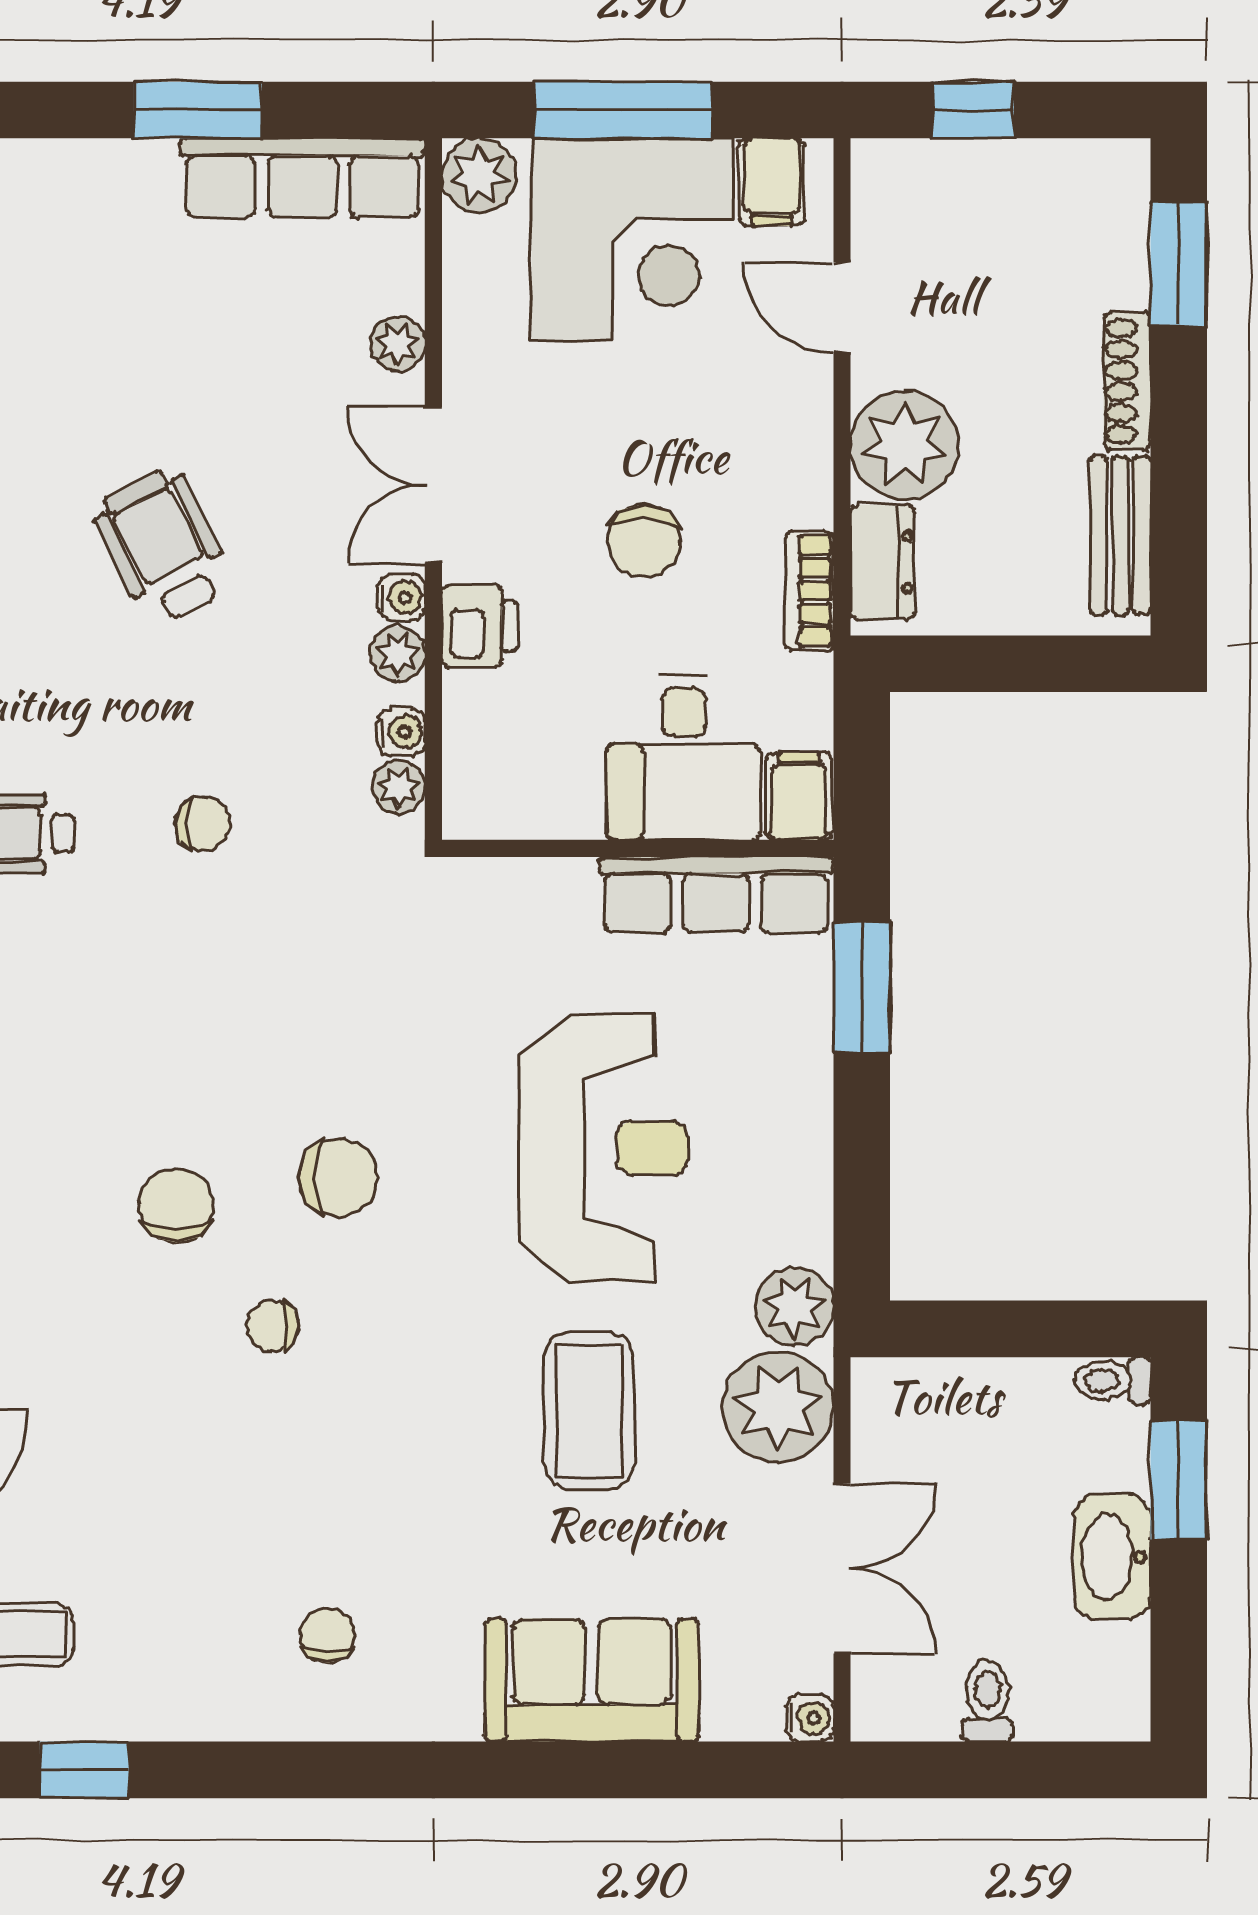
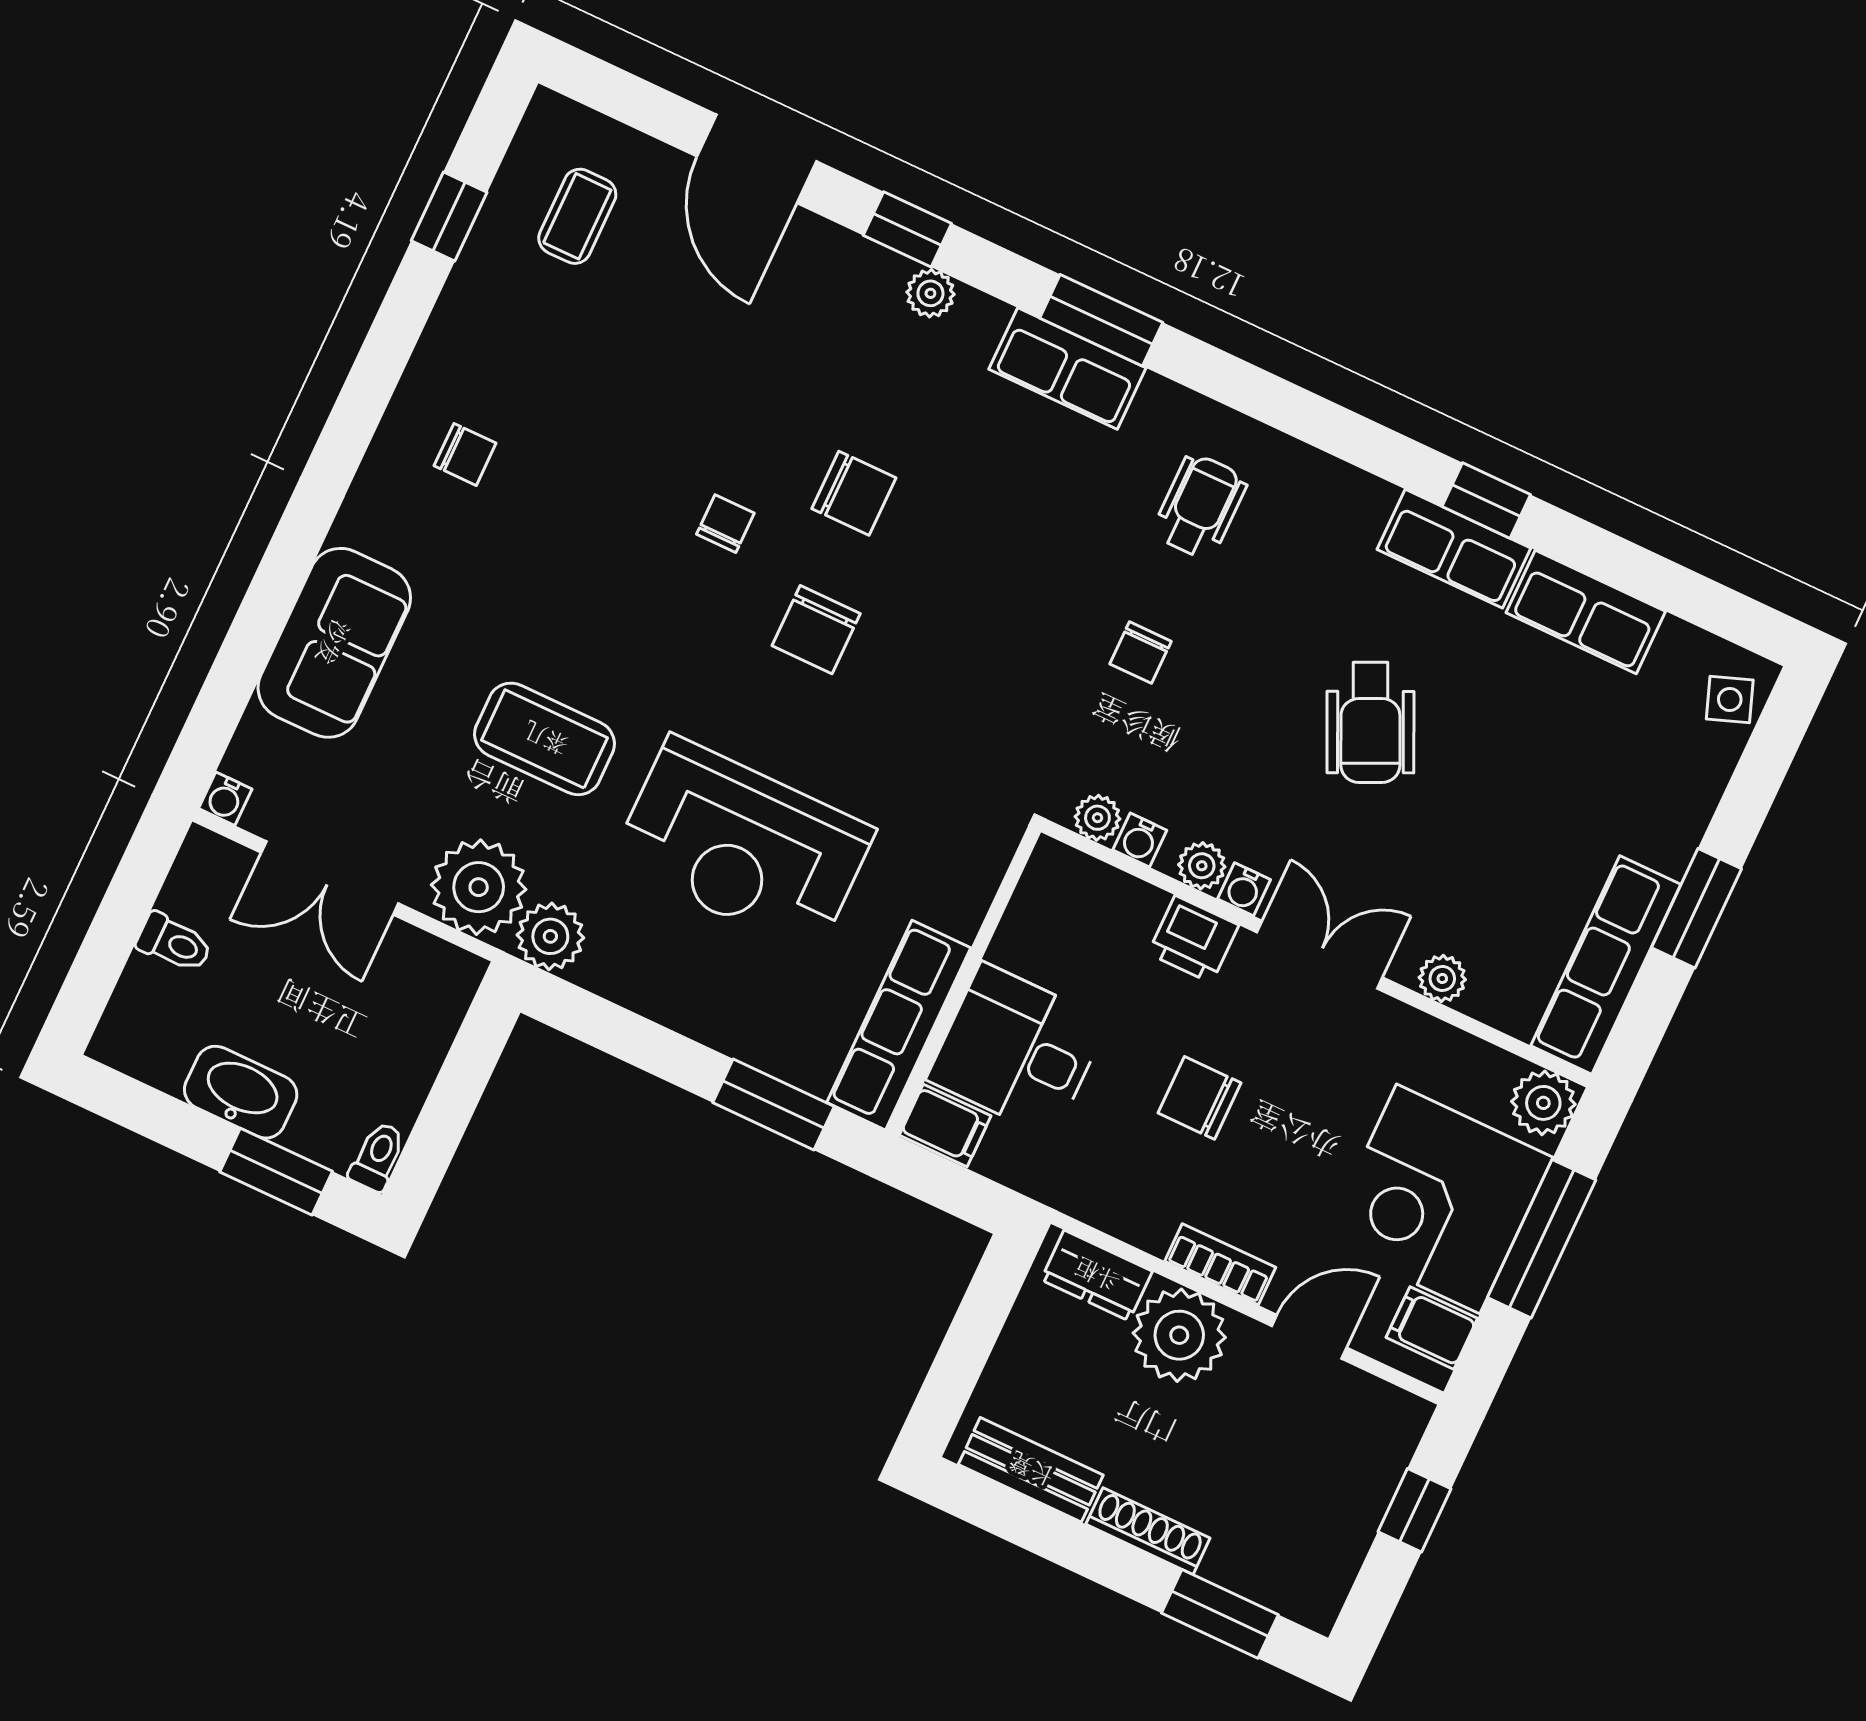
wheelchair: (163, 546) -> (1370, 722), turned 92
bookcase: (809, 591) -> (1220, 1264), moved

